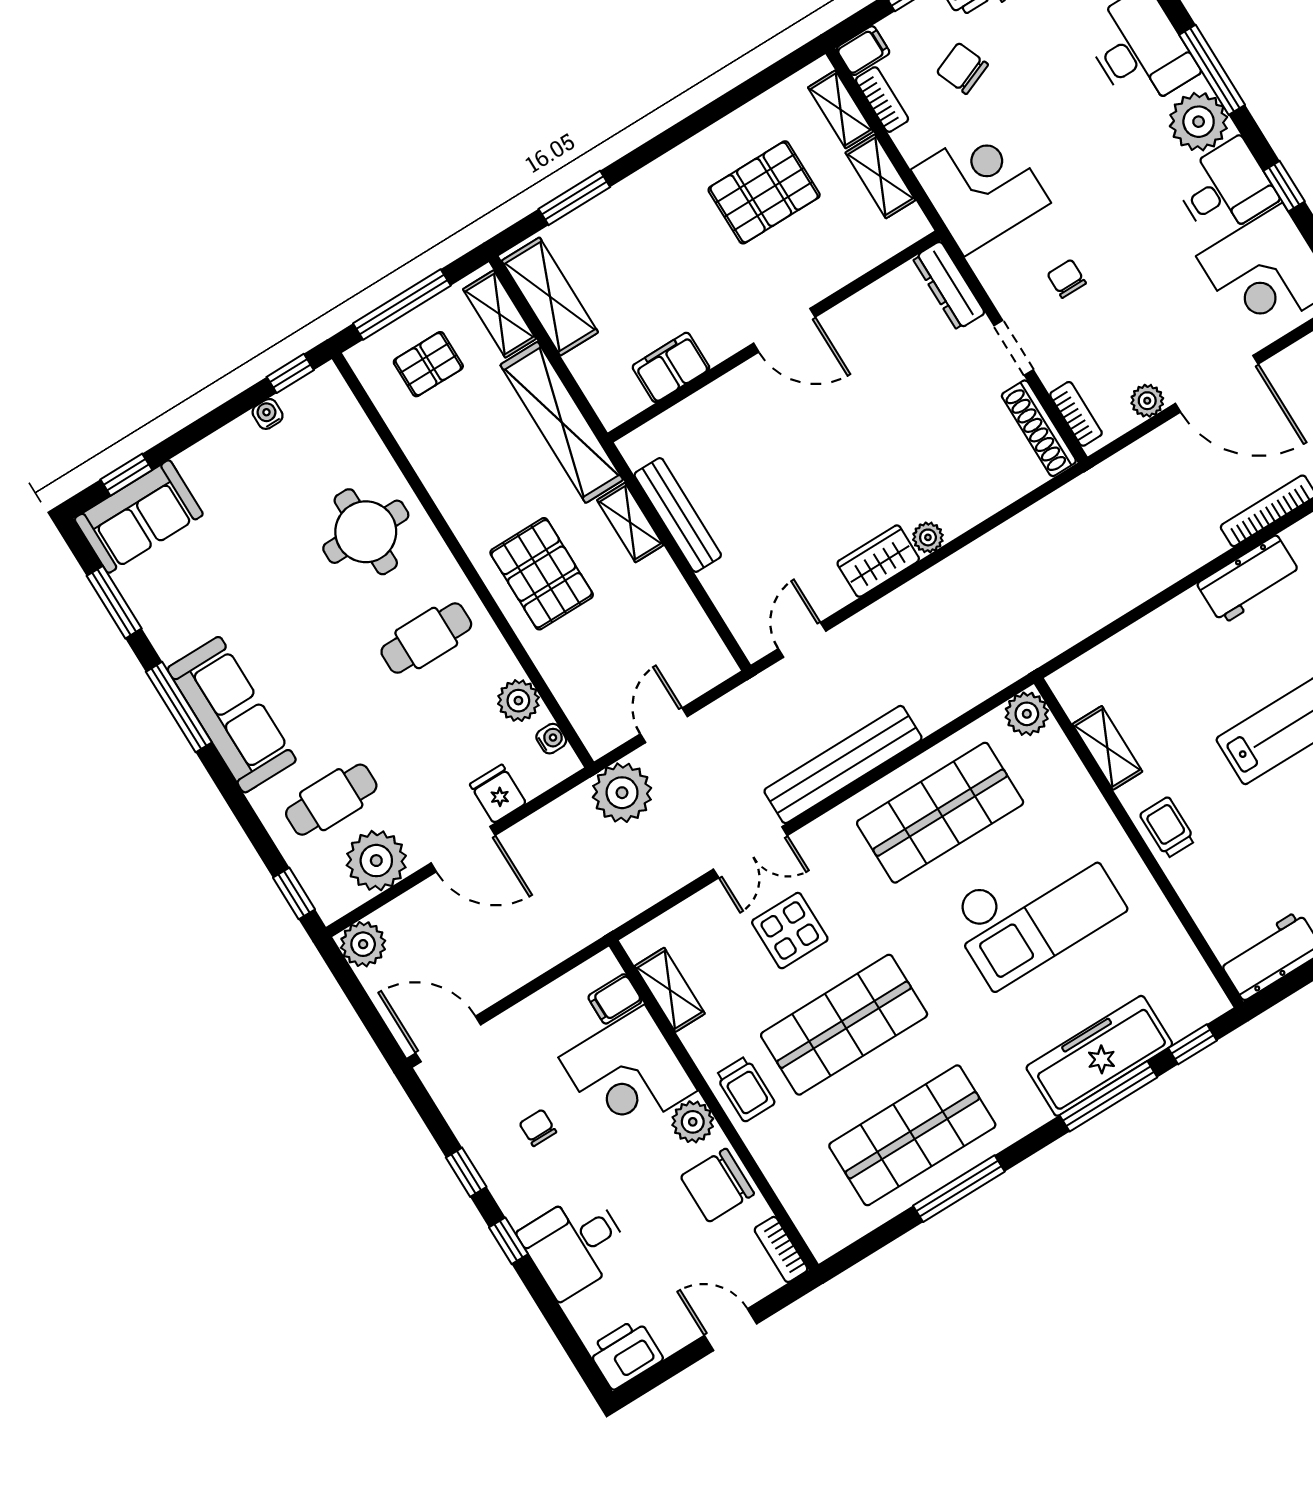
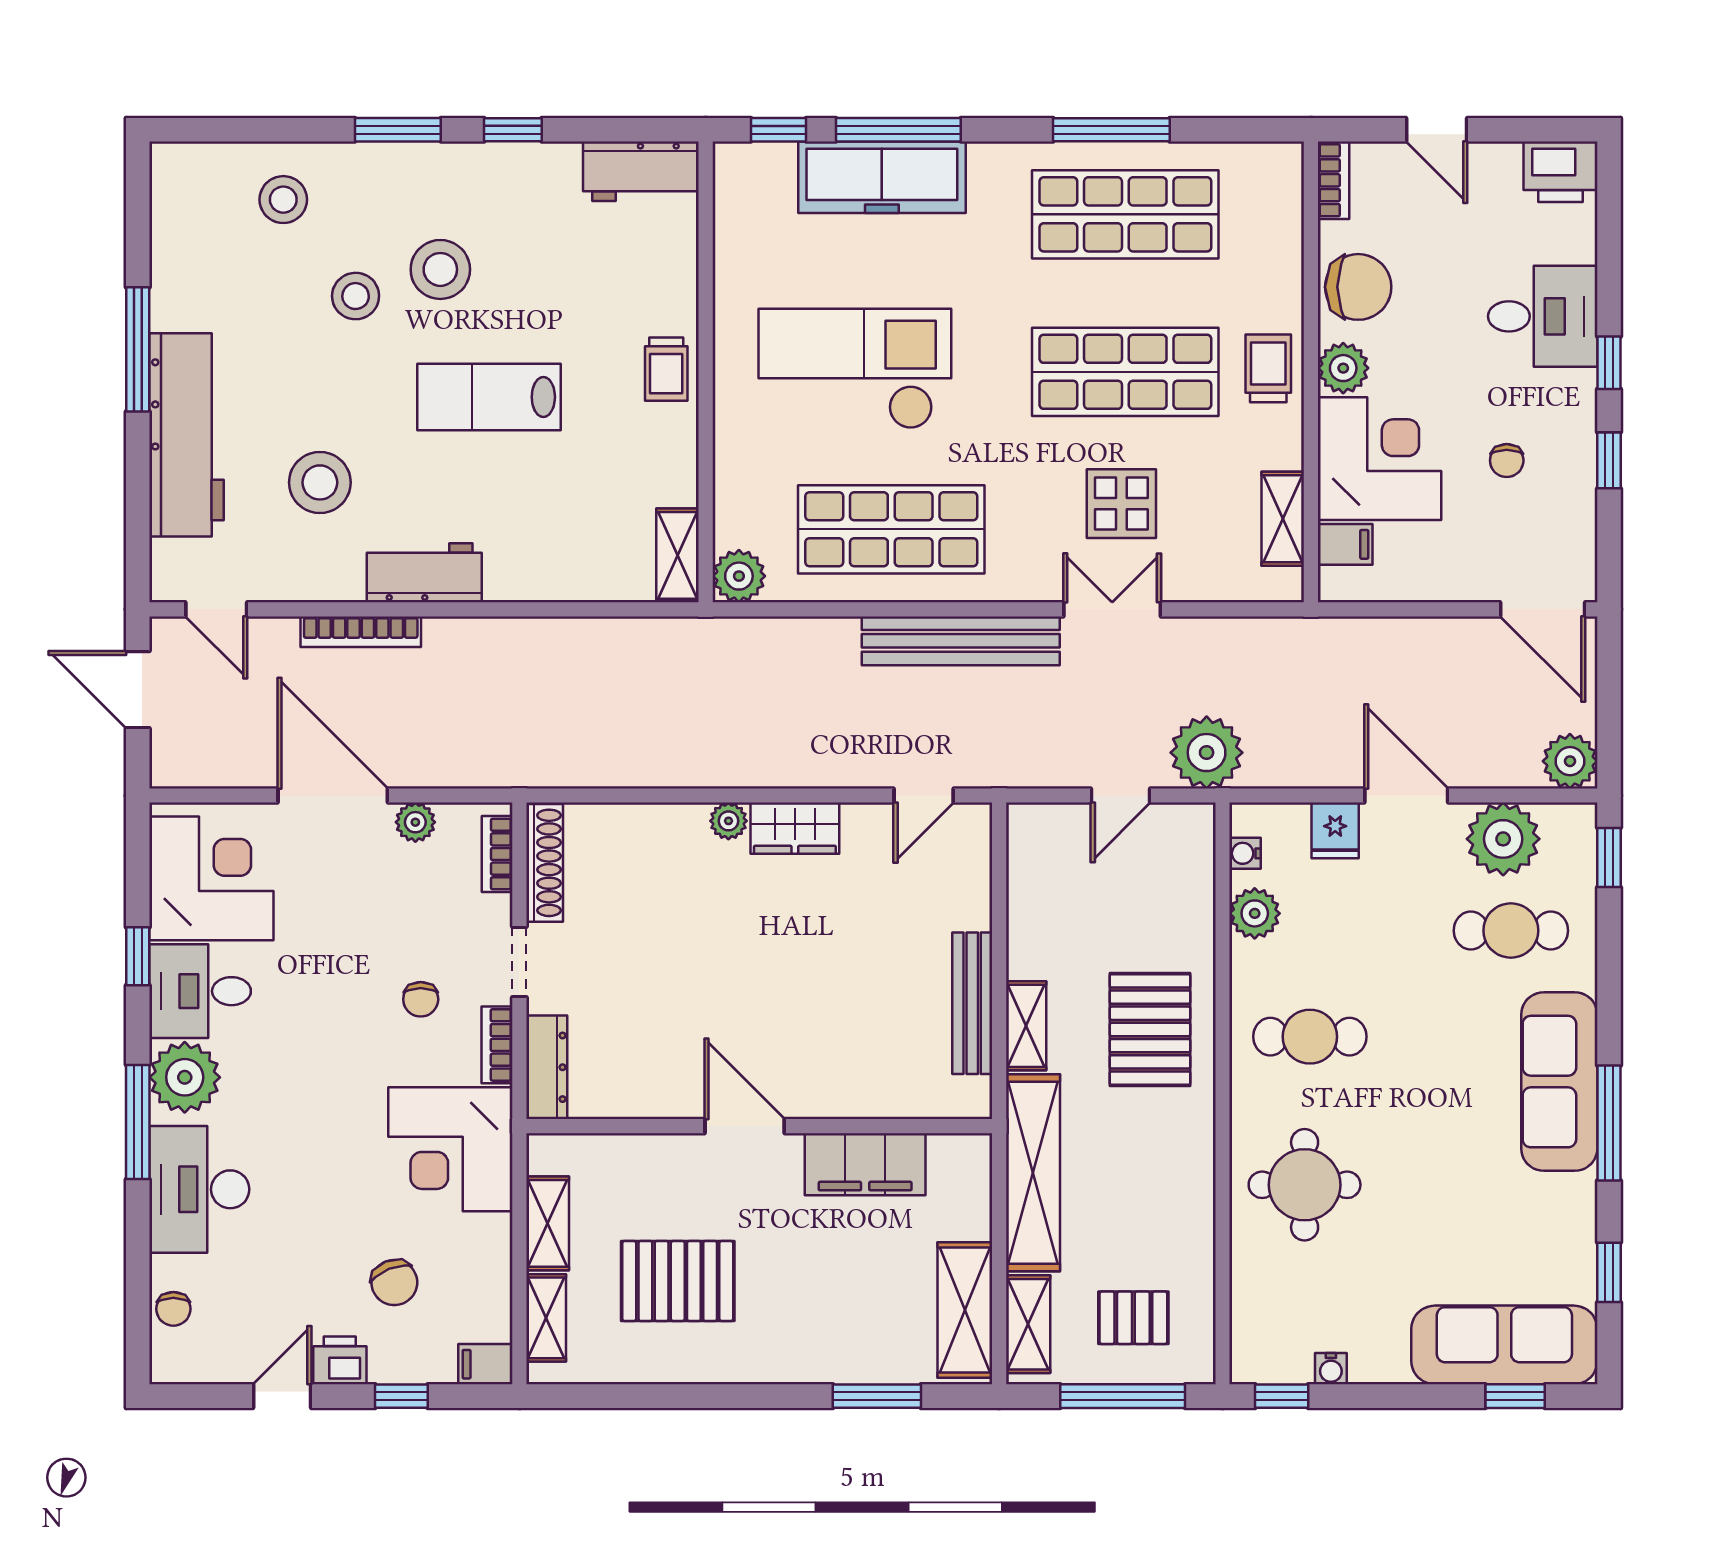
bookcase: (882, 100) -> (497, 1045), moved
filing cabinet: (671, 367) -> (865, 1164), width x1.50, depth x1.17
sofa: (139, 517) -> (1504, 1345), width x1.36
window: (114, 602) -> (1609, 1272), width x0.67
shelving: (1107, 748) -> (678, 555), moved

